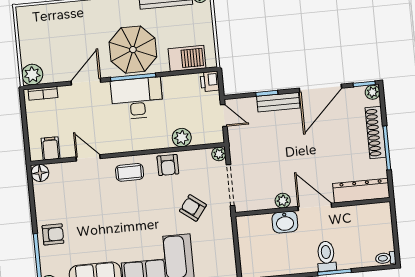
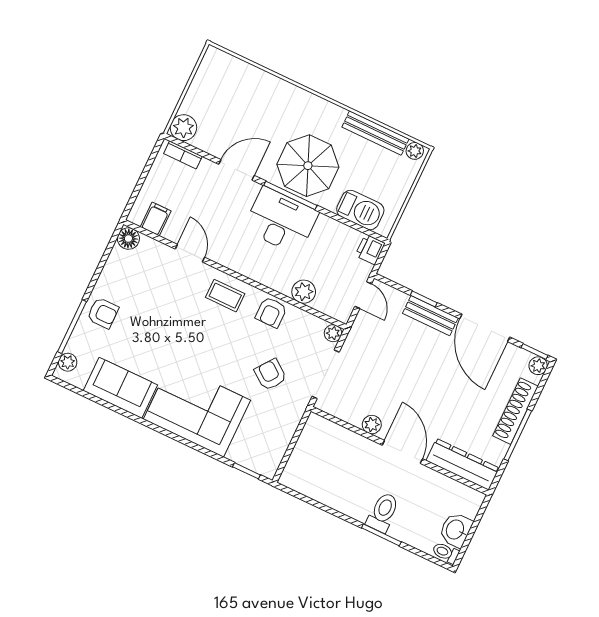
door: (320, 88) -> (485, 328), hinge flipped
washbasin: (285, 222) -> (456, 530), moved, turned 90

